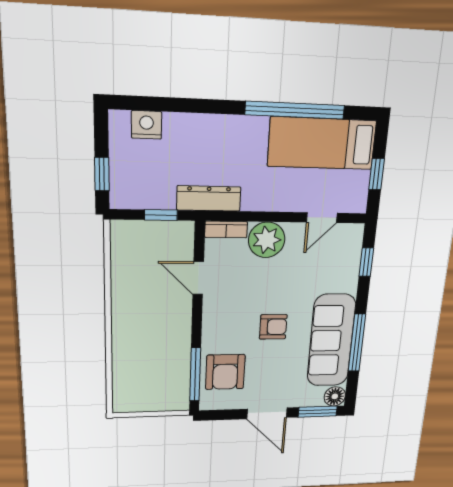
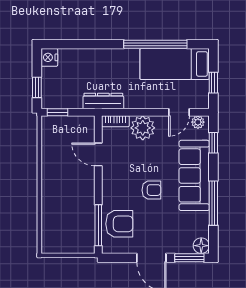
nightstand: (146, 125) -> (49, 57), moved, turned -90
window: (161, 215) -> (57, 112), moved
plant: (348, 233) -> (198, 122), added
sofa: (331, 341) -> (194, 175), moved
armchair: (225, 372) -> (119, 224), turned -90

